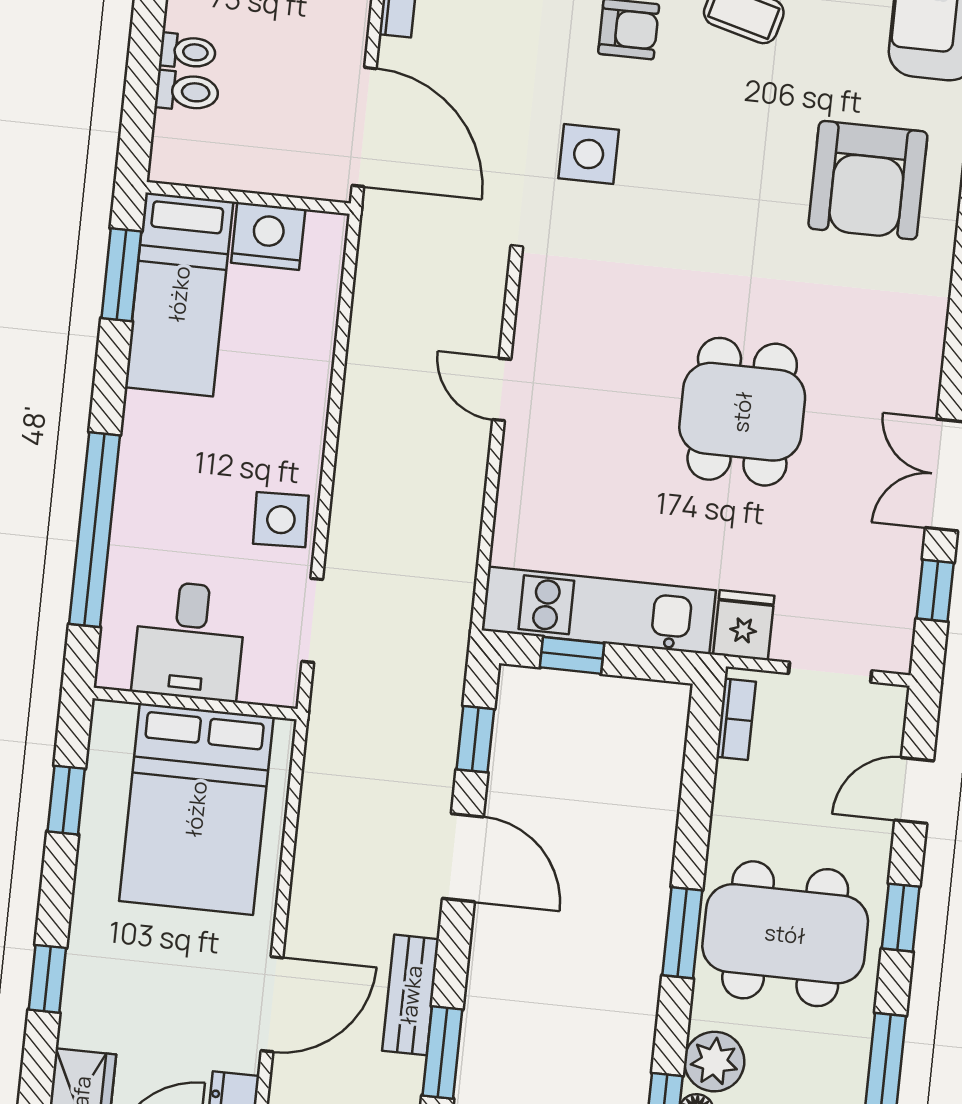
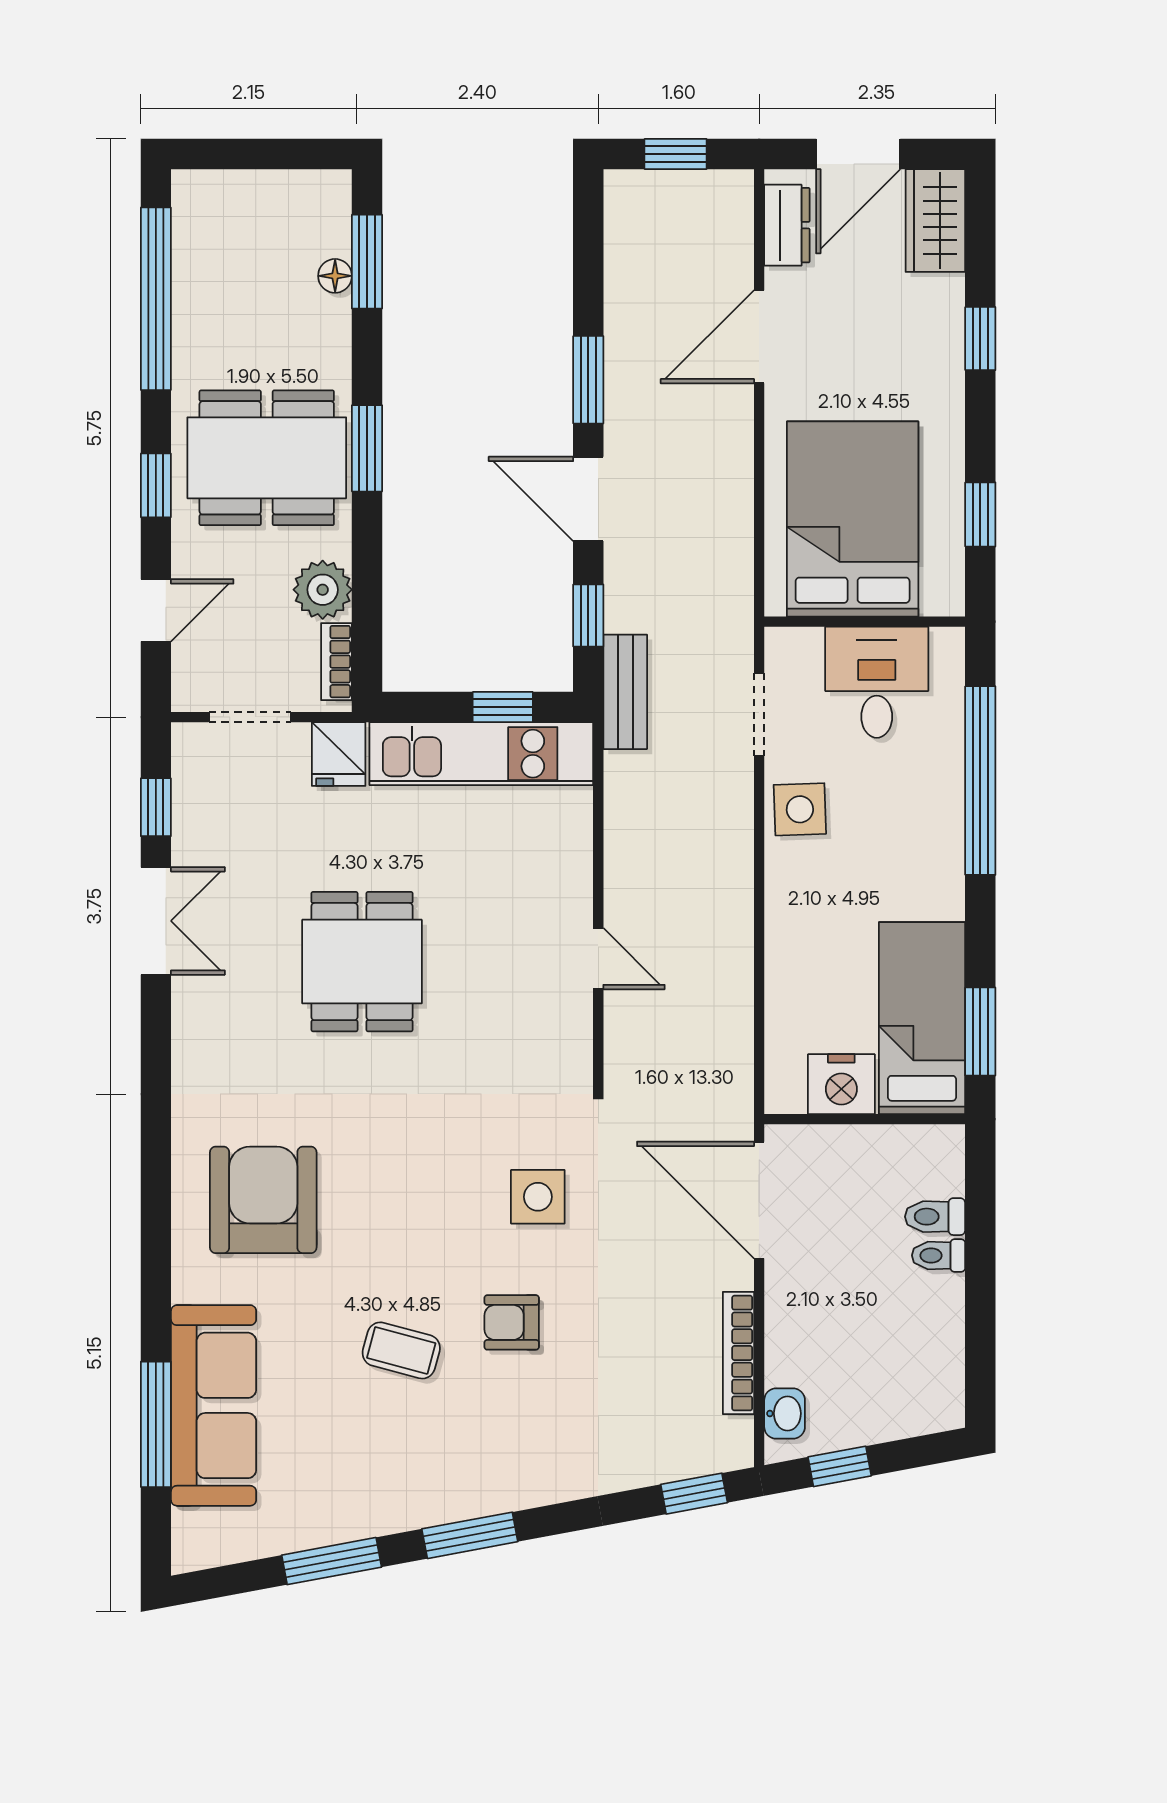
bench: (411, 995) -> (625, 692), moved
window: (442, 1052) -> (588, 380), moved
plant: (714, 1062) -> (323, 590), moved

